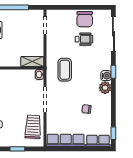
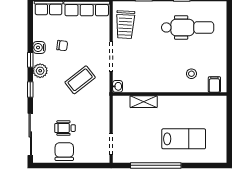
shelving: (32, 62) -> (144, 102), moved
coffee table: (65, 70) -> (80, 80), moved, turned 52
water cooler: (106, 76) -> (39, 47), moved
window: (113, 133) -> (30, 60), moved

